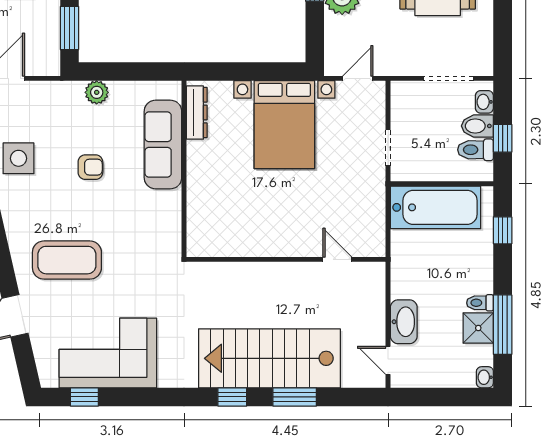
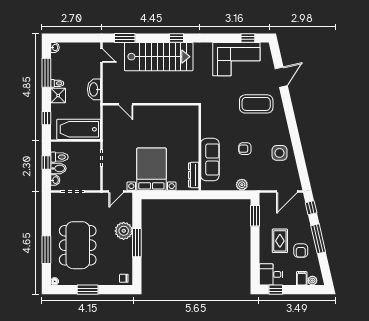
washbasin: (404, 322) -> (94, 89), moved
shower: (478, 328) -> (58, 96), moved
window: (295, 397) -> (125, 38), moved

